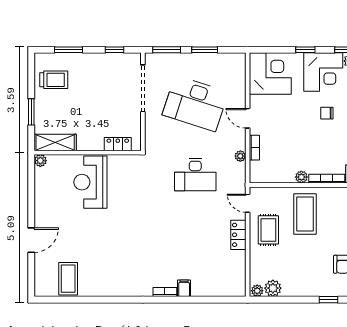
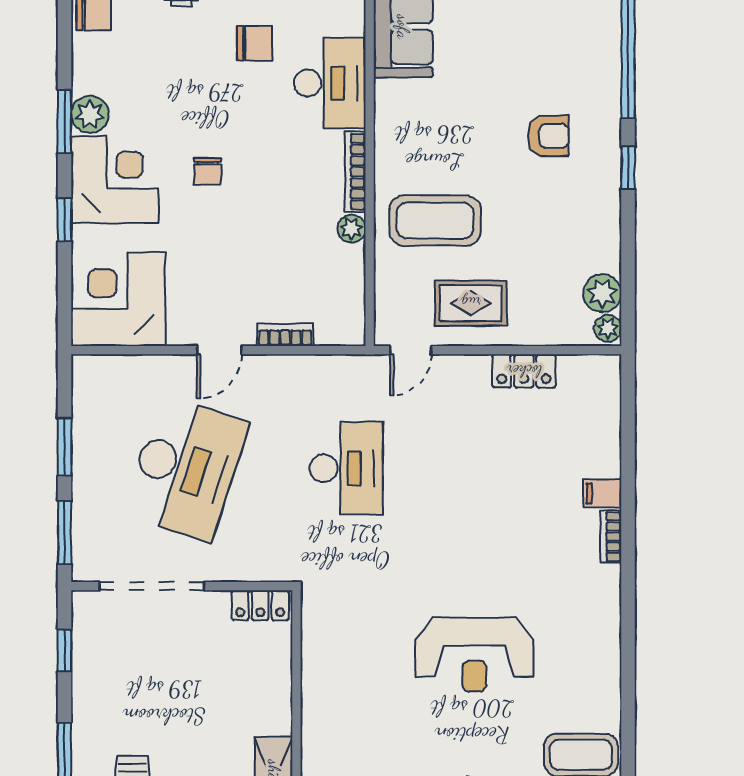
locker: (118, 144) -> (260, 605), moved, turned -90
plant: (240, 156) -> (304, 367), removed
reception desk: (90, 182) -> (474, 655), moved
locker: (238, 235) -> (524, 371), moved

